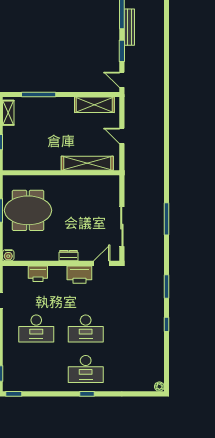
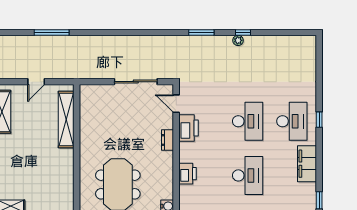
window: (167, 219) -> (52, 33), moved
filing cabinet: (47, 383) -> (307, 164), added
plant: (159, 387) -> (238, 40), moved

